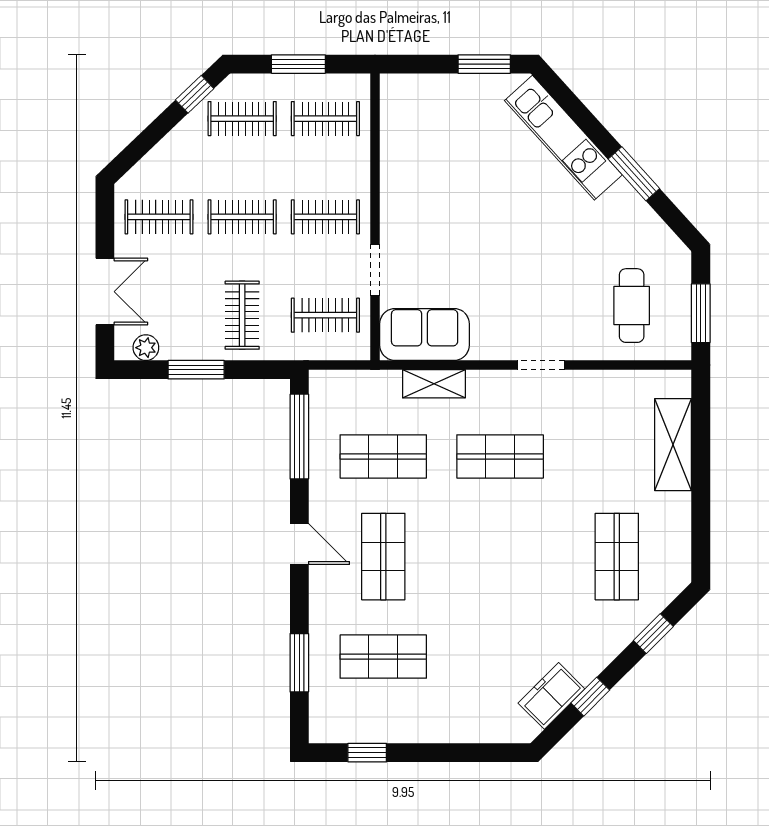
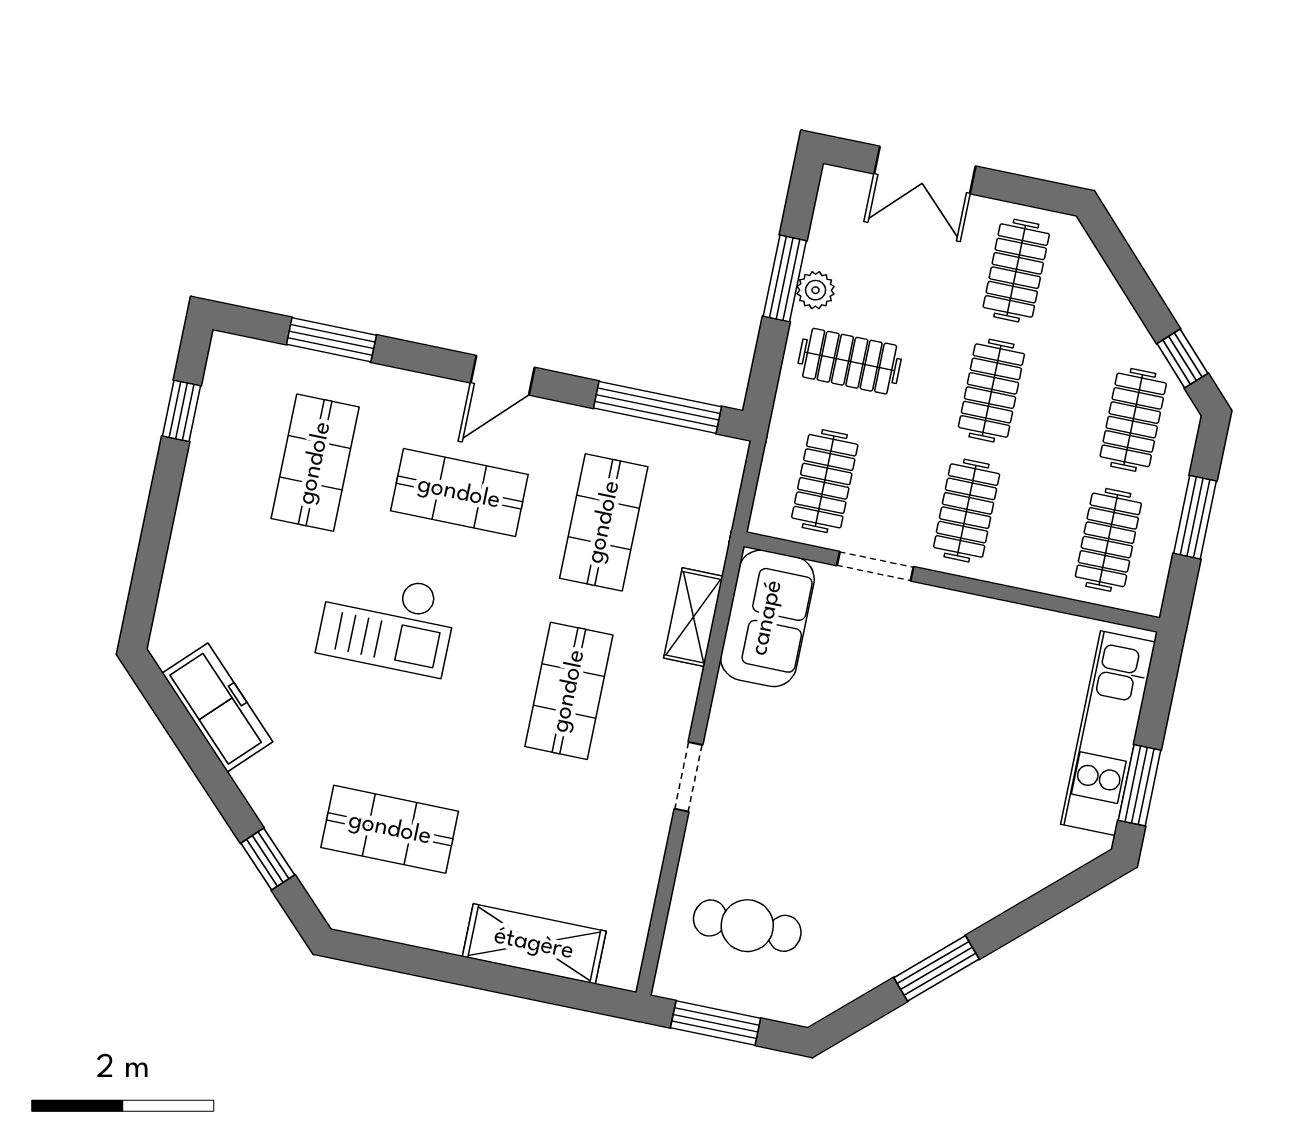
kitchen unit: (563, 138) -> (1108, 733), moved, turned -48
plant: (146, 348) -> (816, 290), moved
checkout: (479, 587) -> (387, 622), added
freezer: (551, 696) -> (217, 708), width x1.40
window: (590, 697) -> (196, 749), removed

